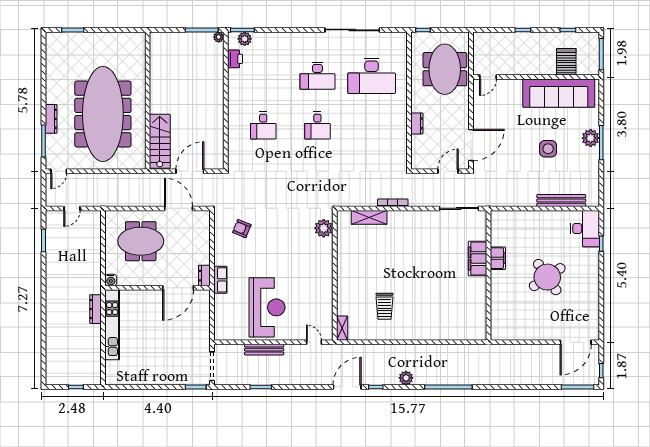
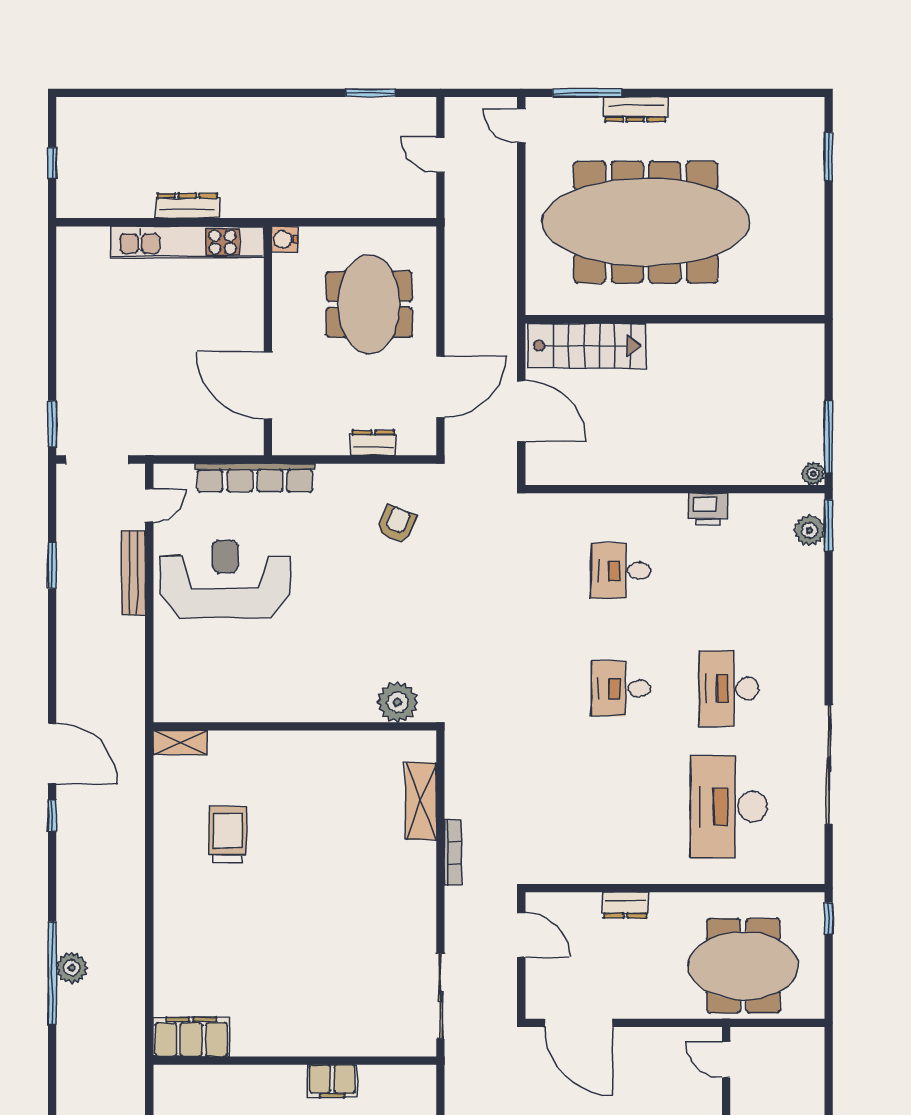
printer: (235, 59) -> (708, 509), moved
door: (448, 171) -> (521, 935), moved
filing cabinet: (477, 259) -> (191, 1037), moved
dresser: (204, 276) -> (373, 443), moved
row of seats: (220, 280) -> (255, 478), width x2.02
trolley: (385, 306) -> (228, 835), turned 90
reception desk: (267, 307) -> (225, 579), turned 180
dresser: (95, 309) -> (187, 206), moved
door: (314, 342) -> (149, 505), moved
plant: (406, 378) -> (72, 968), moved

